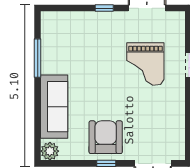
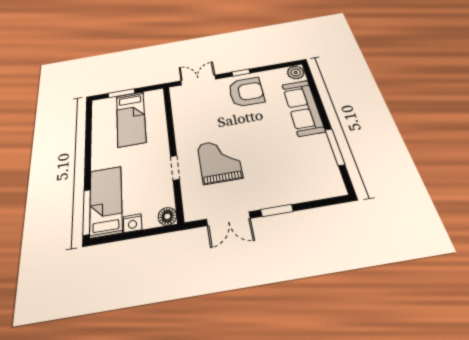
window: (104, 8) -> (277, 210), width x1.50
armchair: (106, 137) -> (246, 92), turned -90

